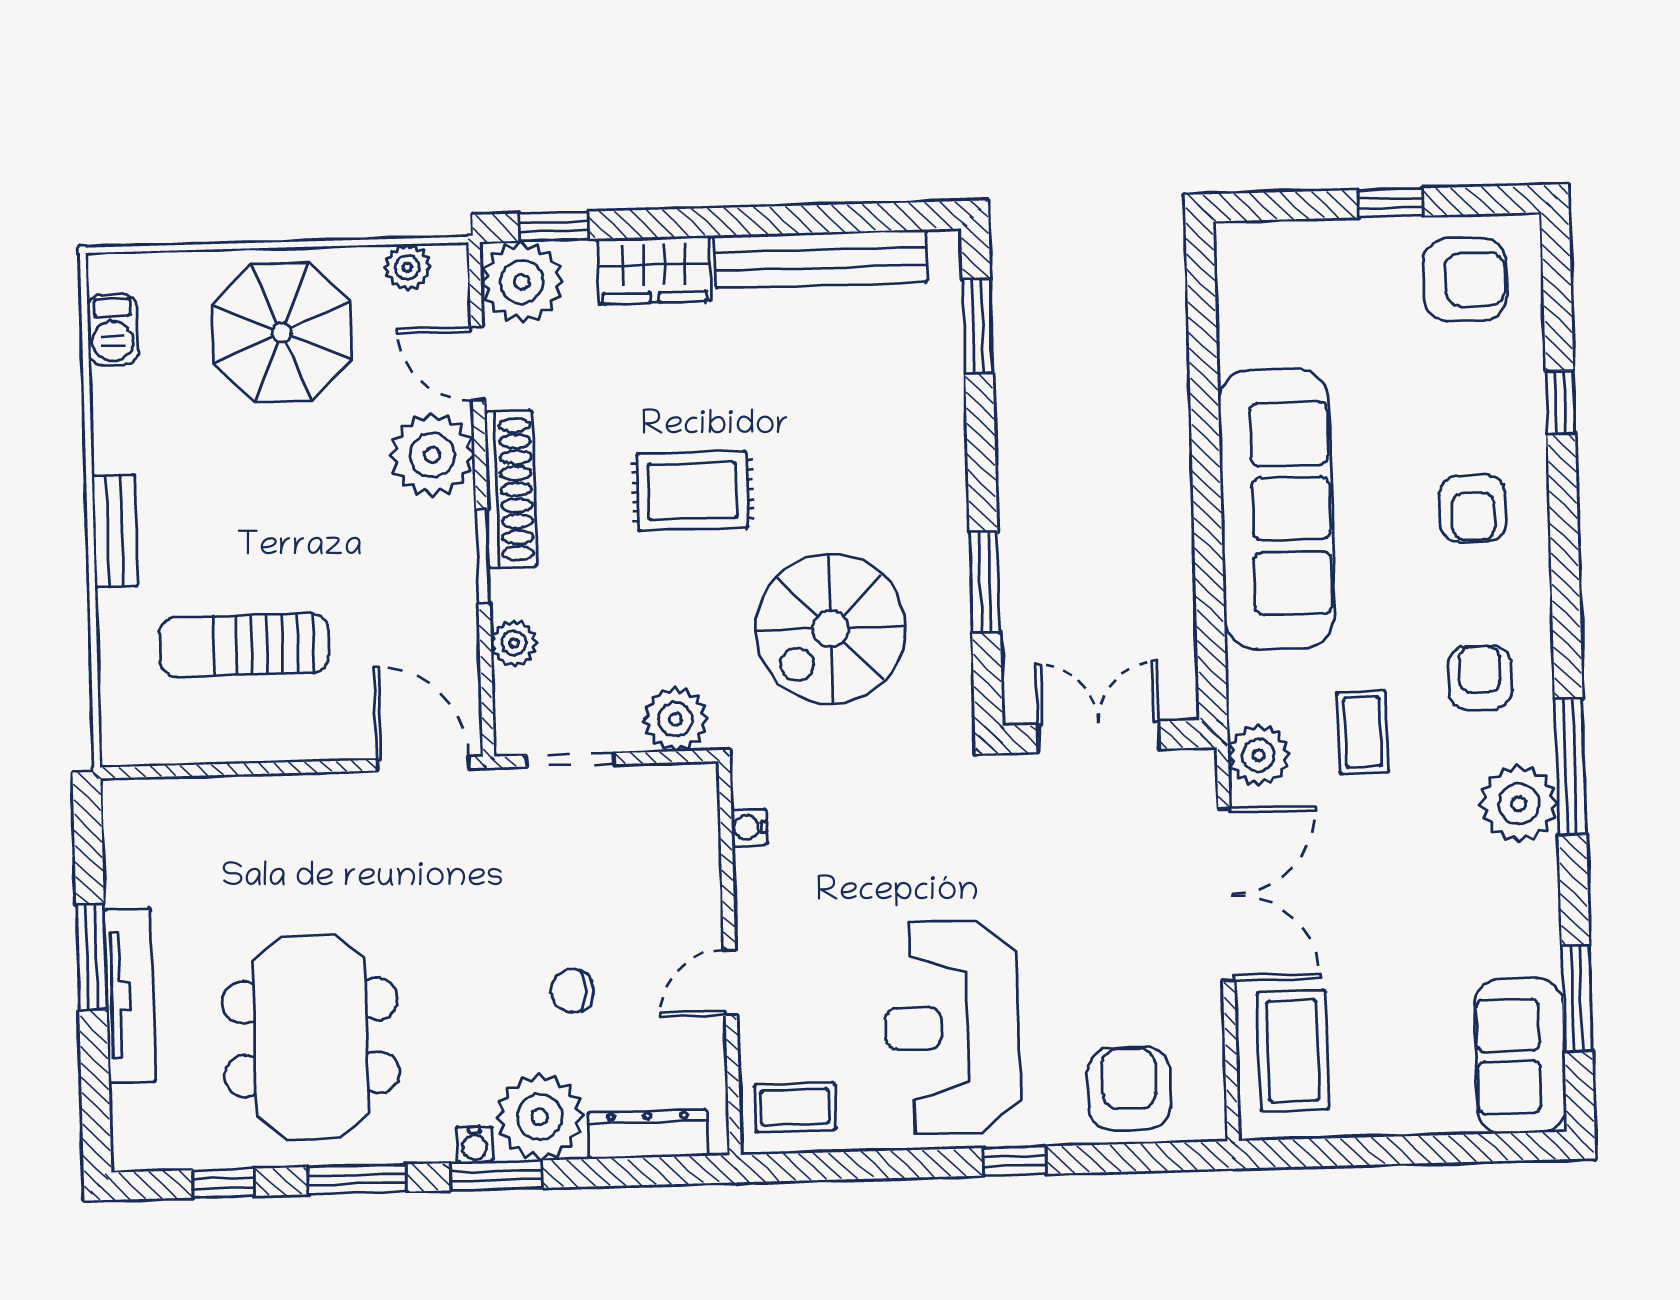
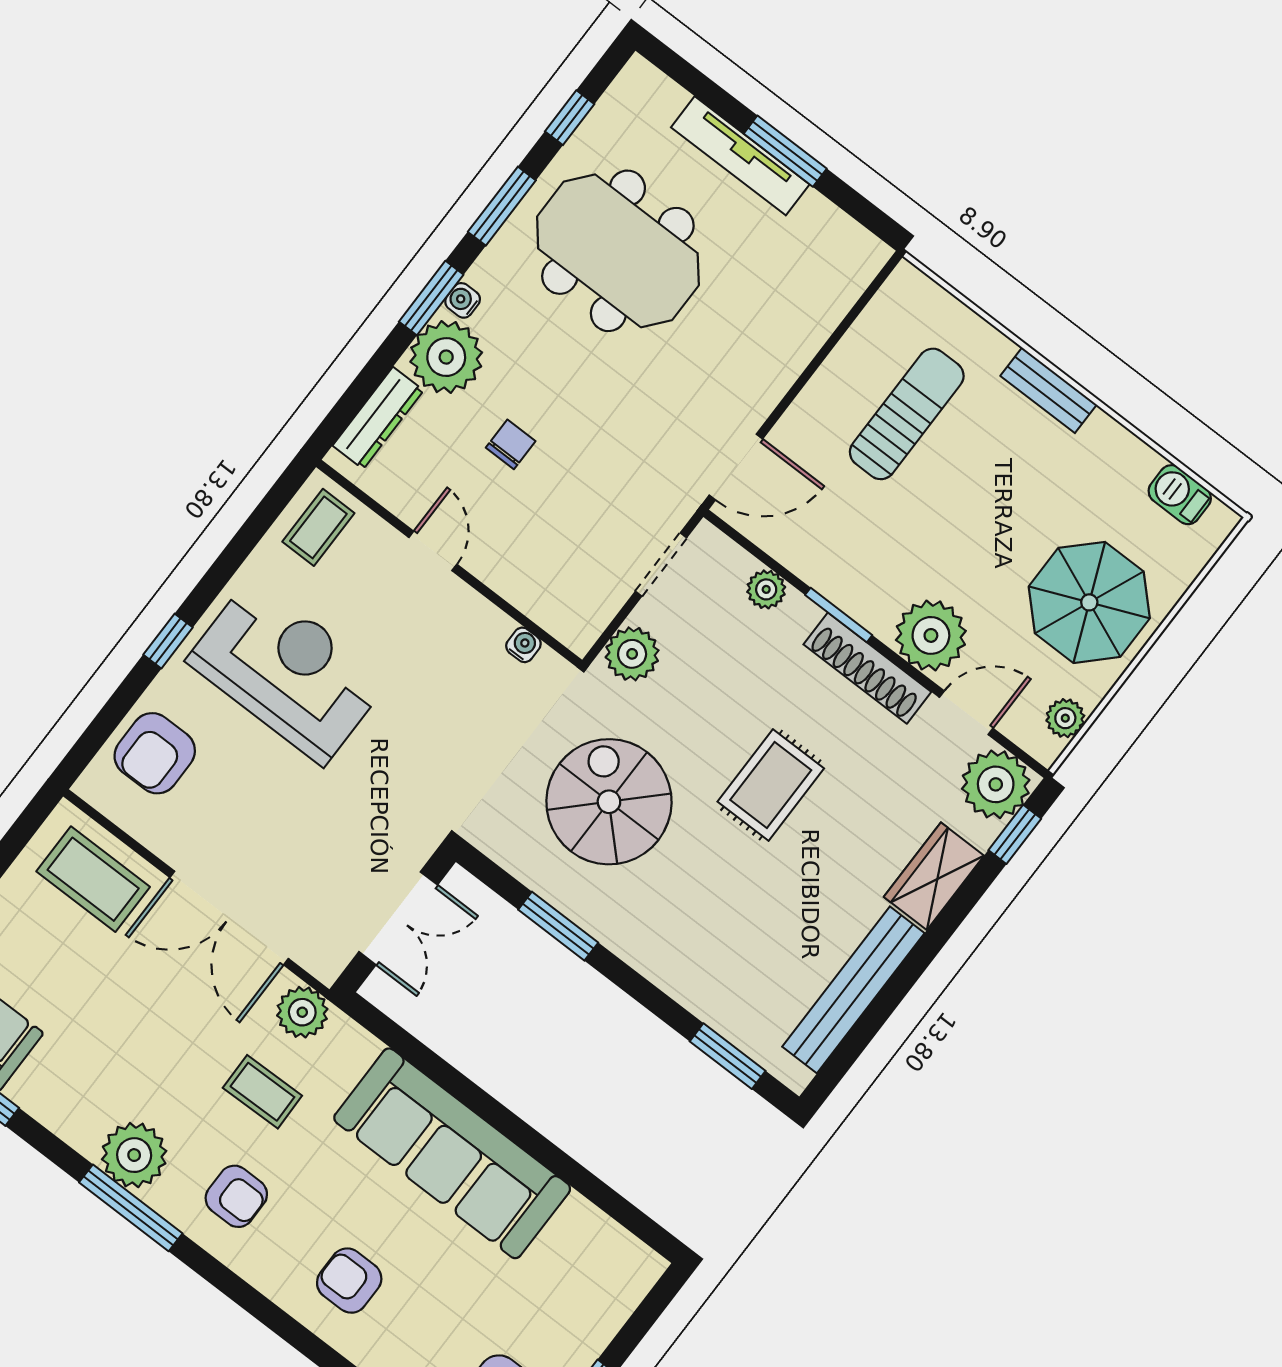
armchair: (1129, 1088) -> (155, 753), turned 90

